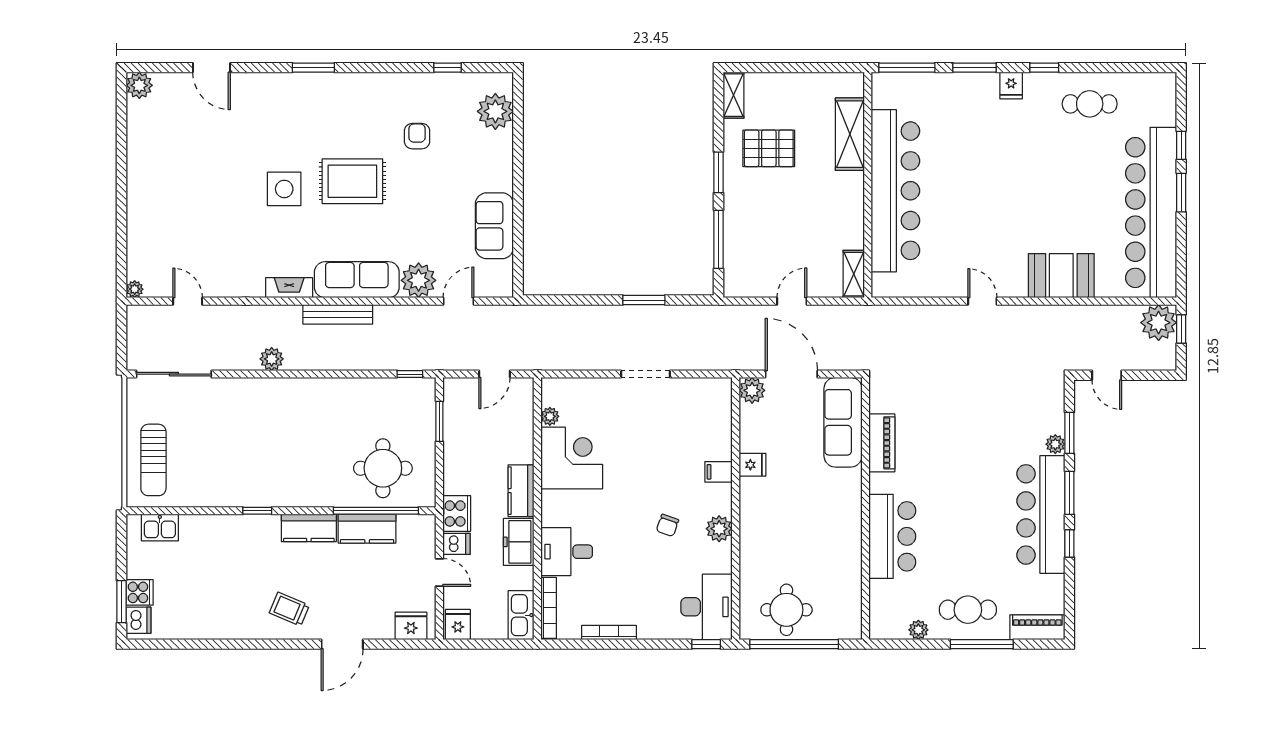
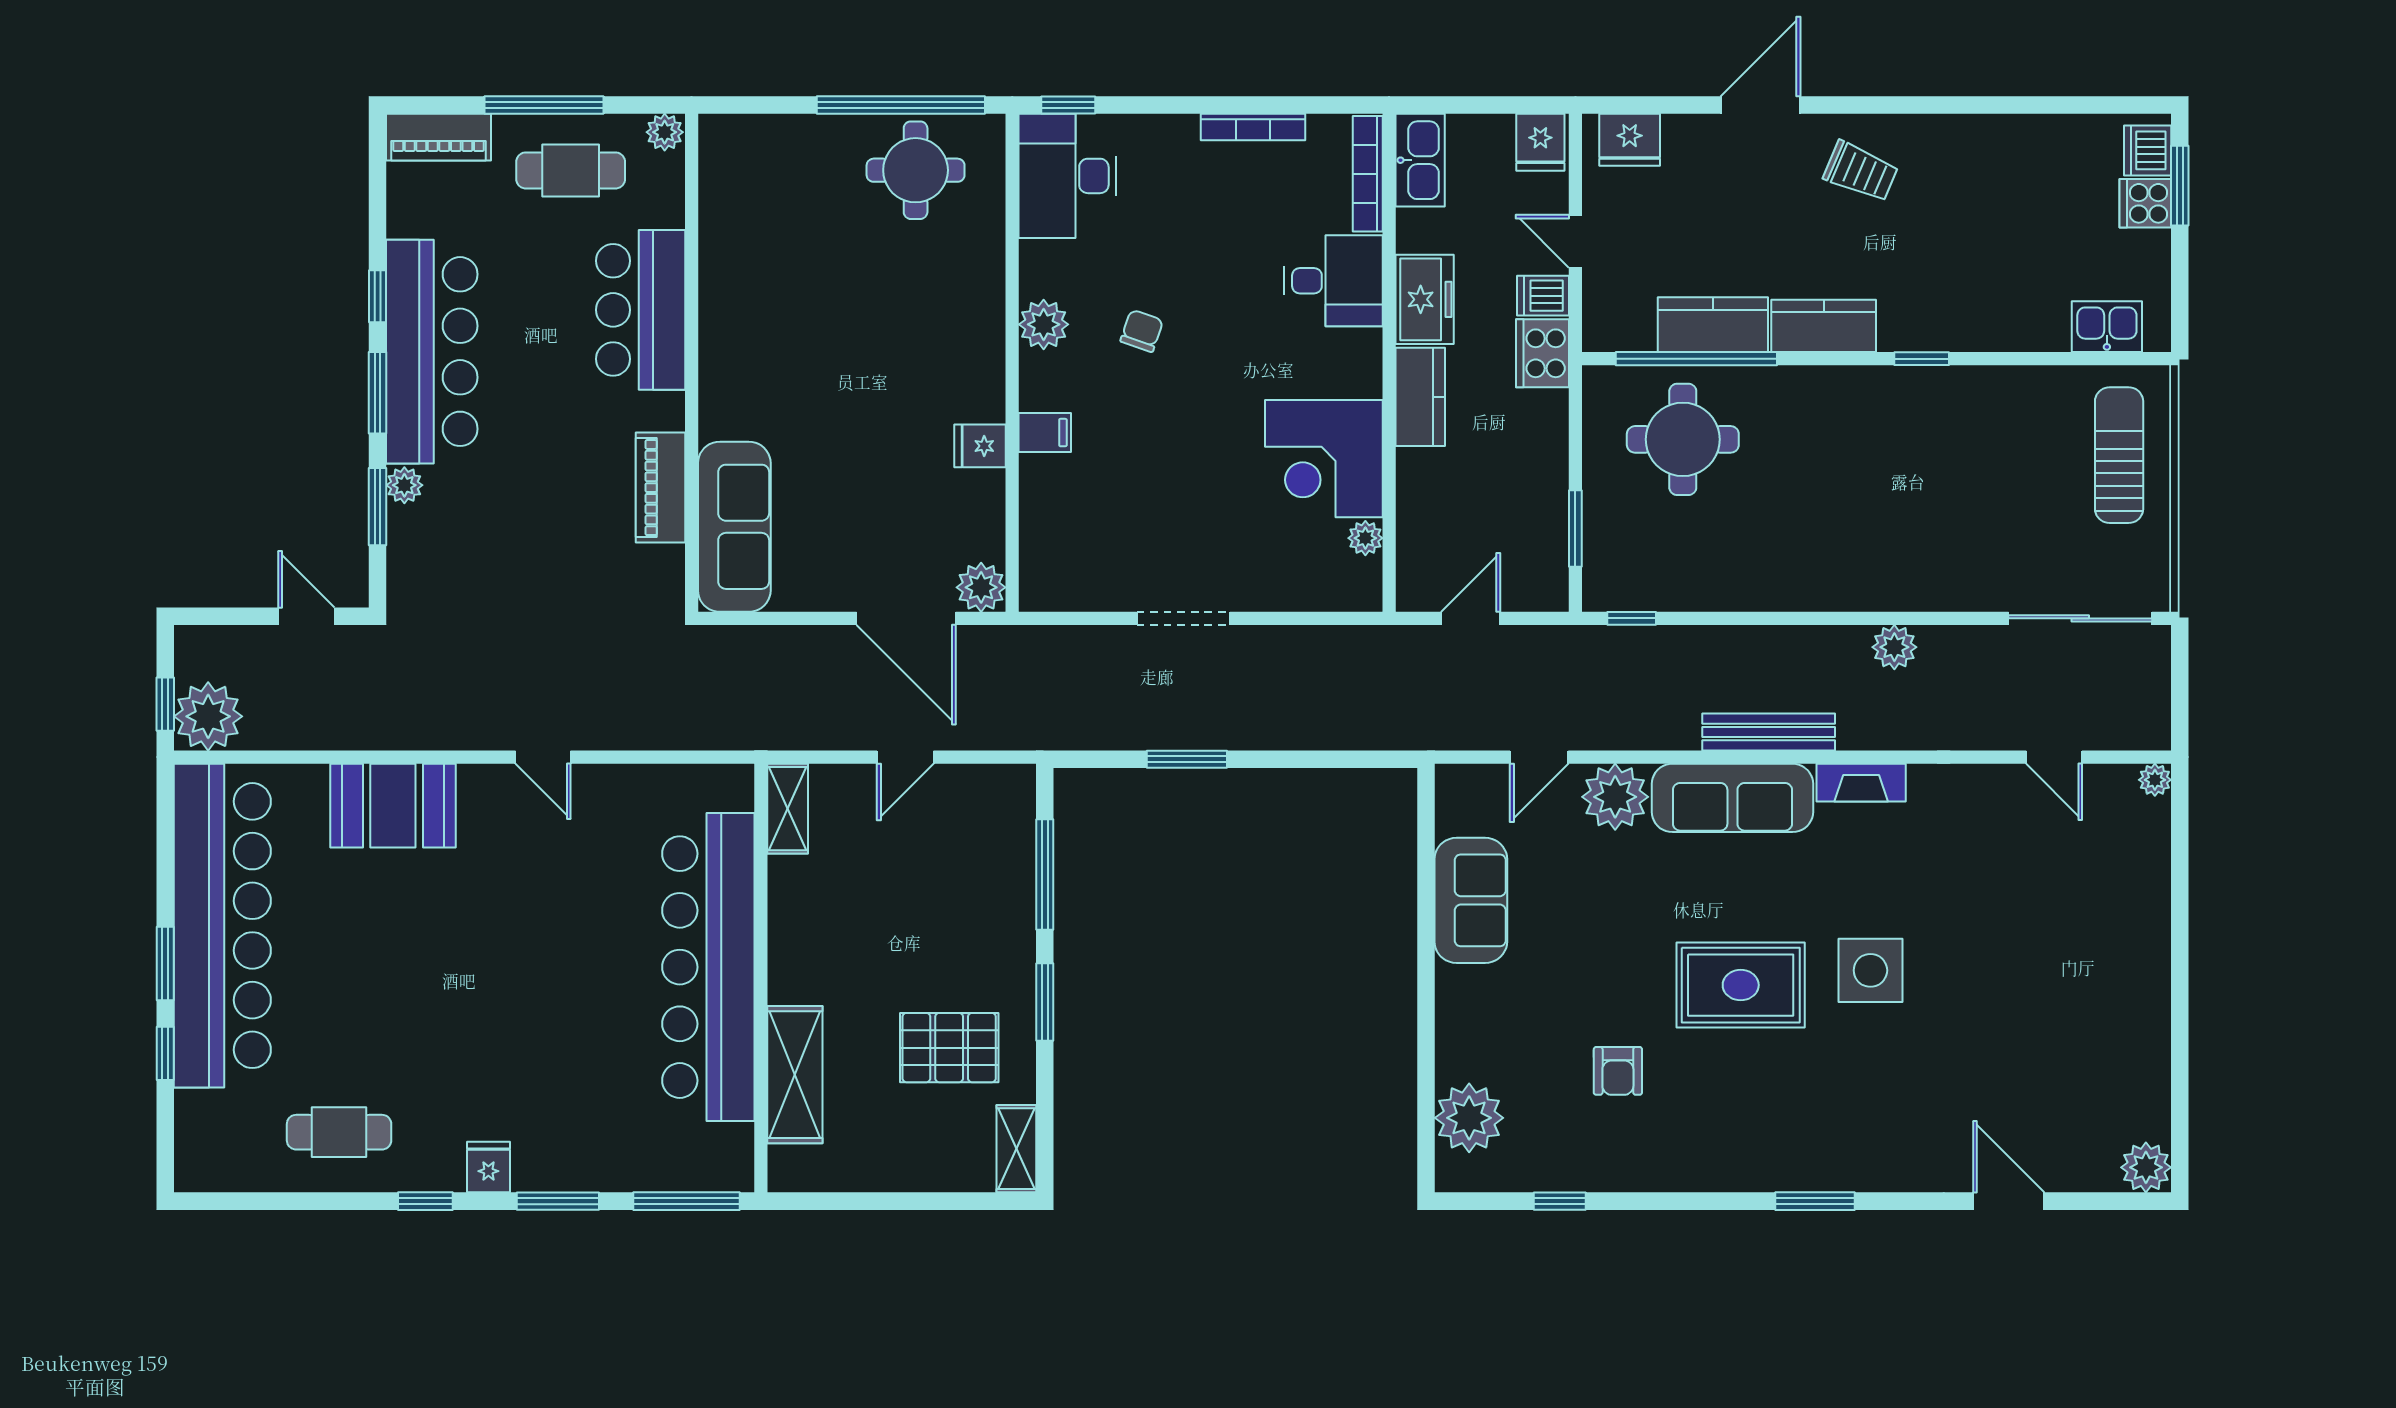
sofa: (843, 422) -> (734, 527), moved
piano: (882, 443) -> (660, 488), moved
wall: (865, 508) -> (692, 363), moved
bar counter: (892, 536) -> (641, 310), moved

